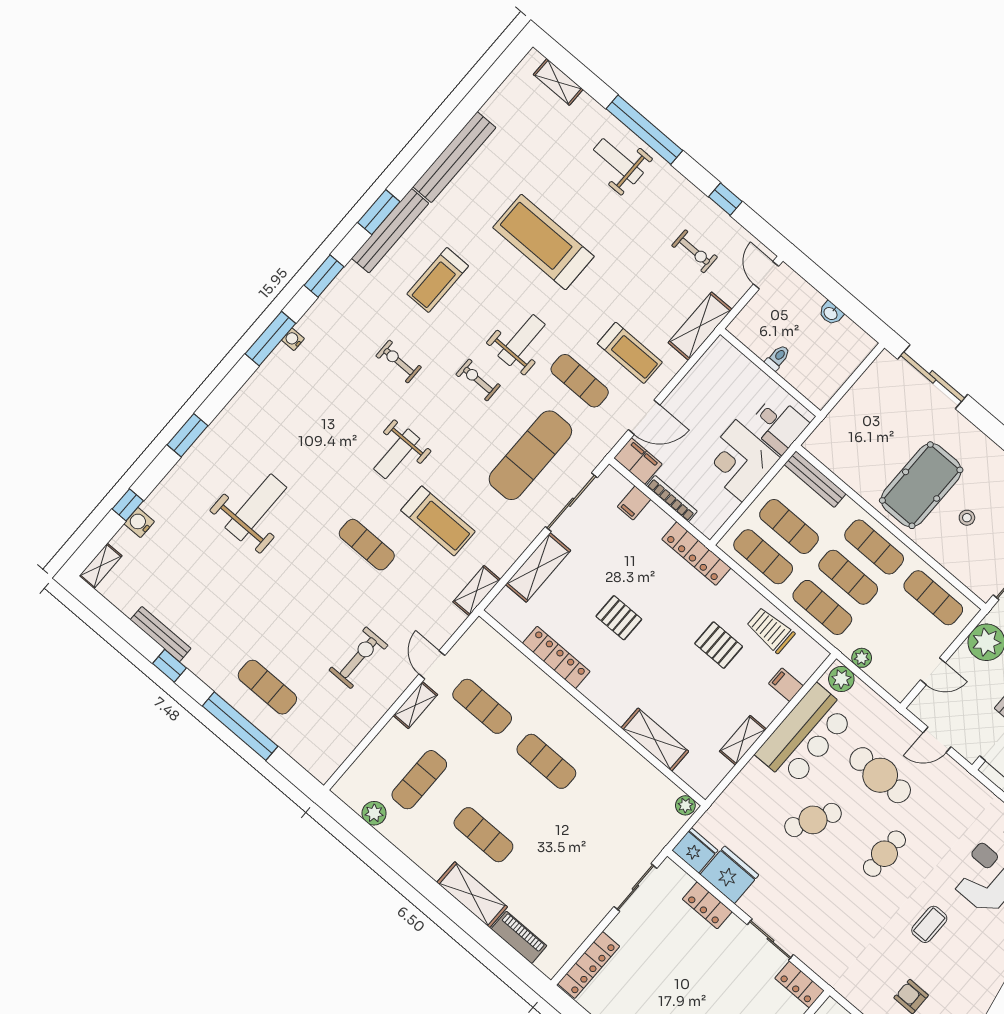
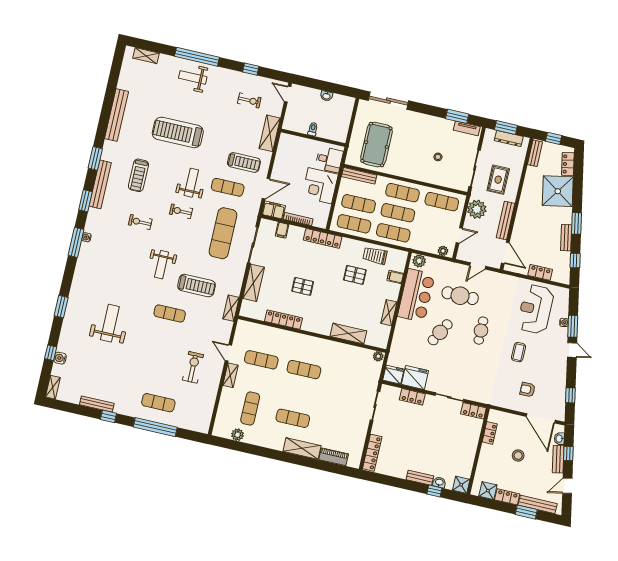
bench: (390, 231) -> (100, 184), moved
pool table: (921, 485) -> (376, 145), moved
plant: (862, 658) -> (443, 251), moved

